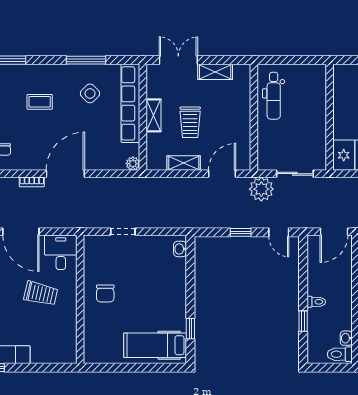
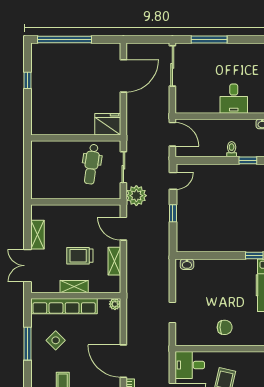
dental chair: (274, 96) -> (92, 164), moved, turned 98
trolley: (190, 122) -> (80, 256), turned 180

